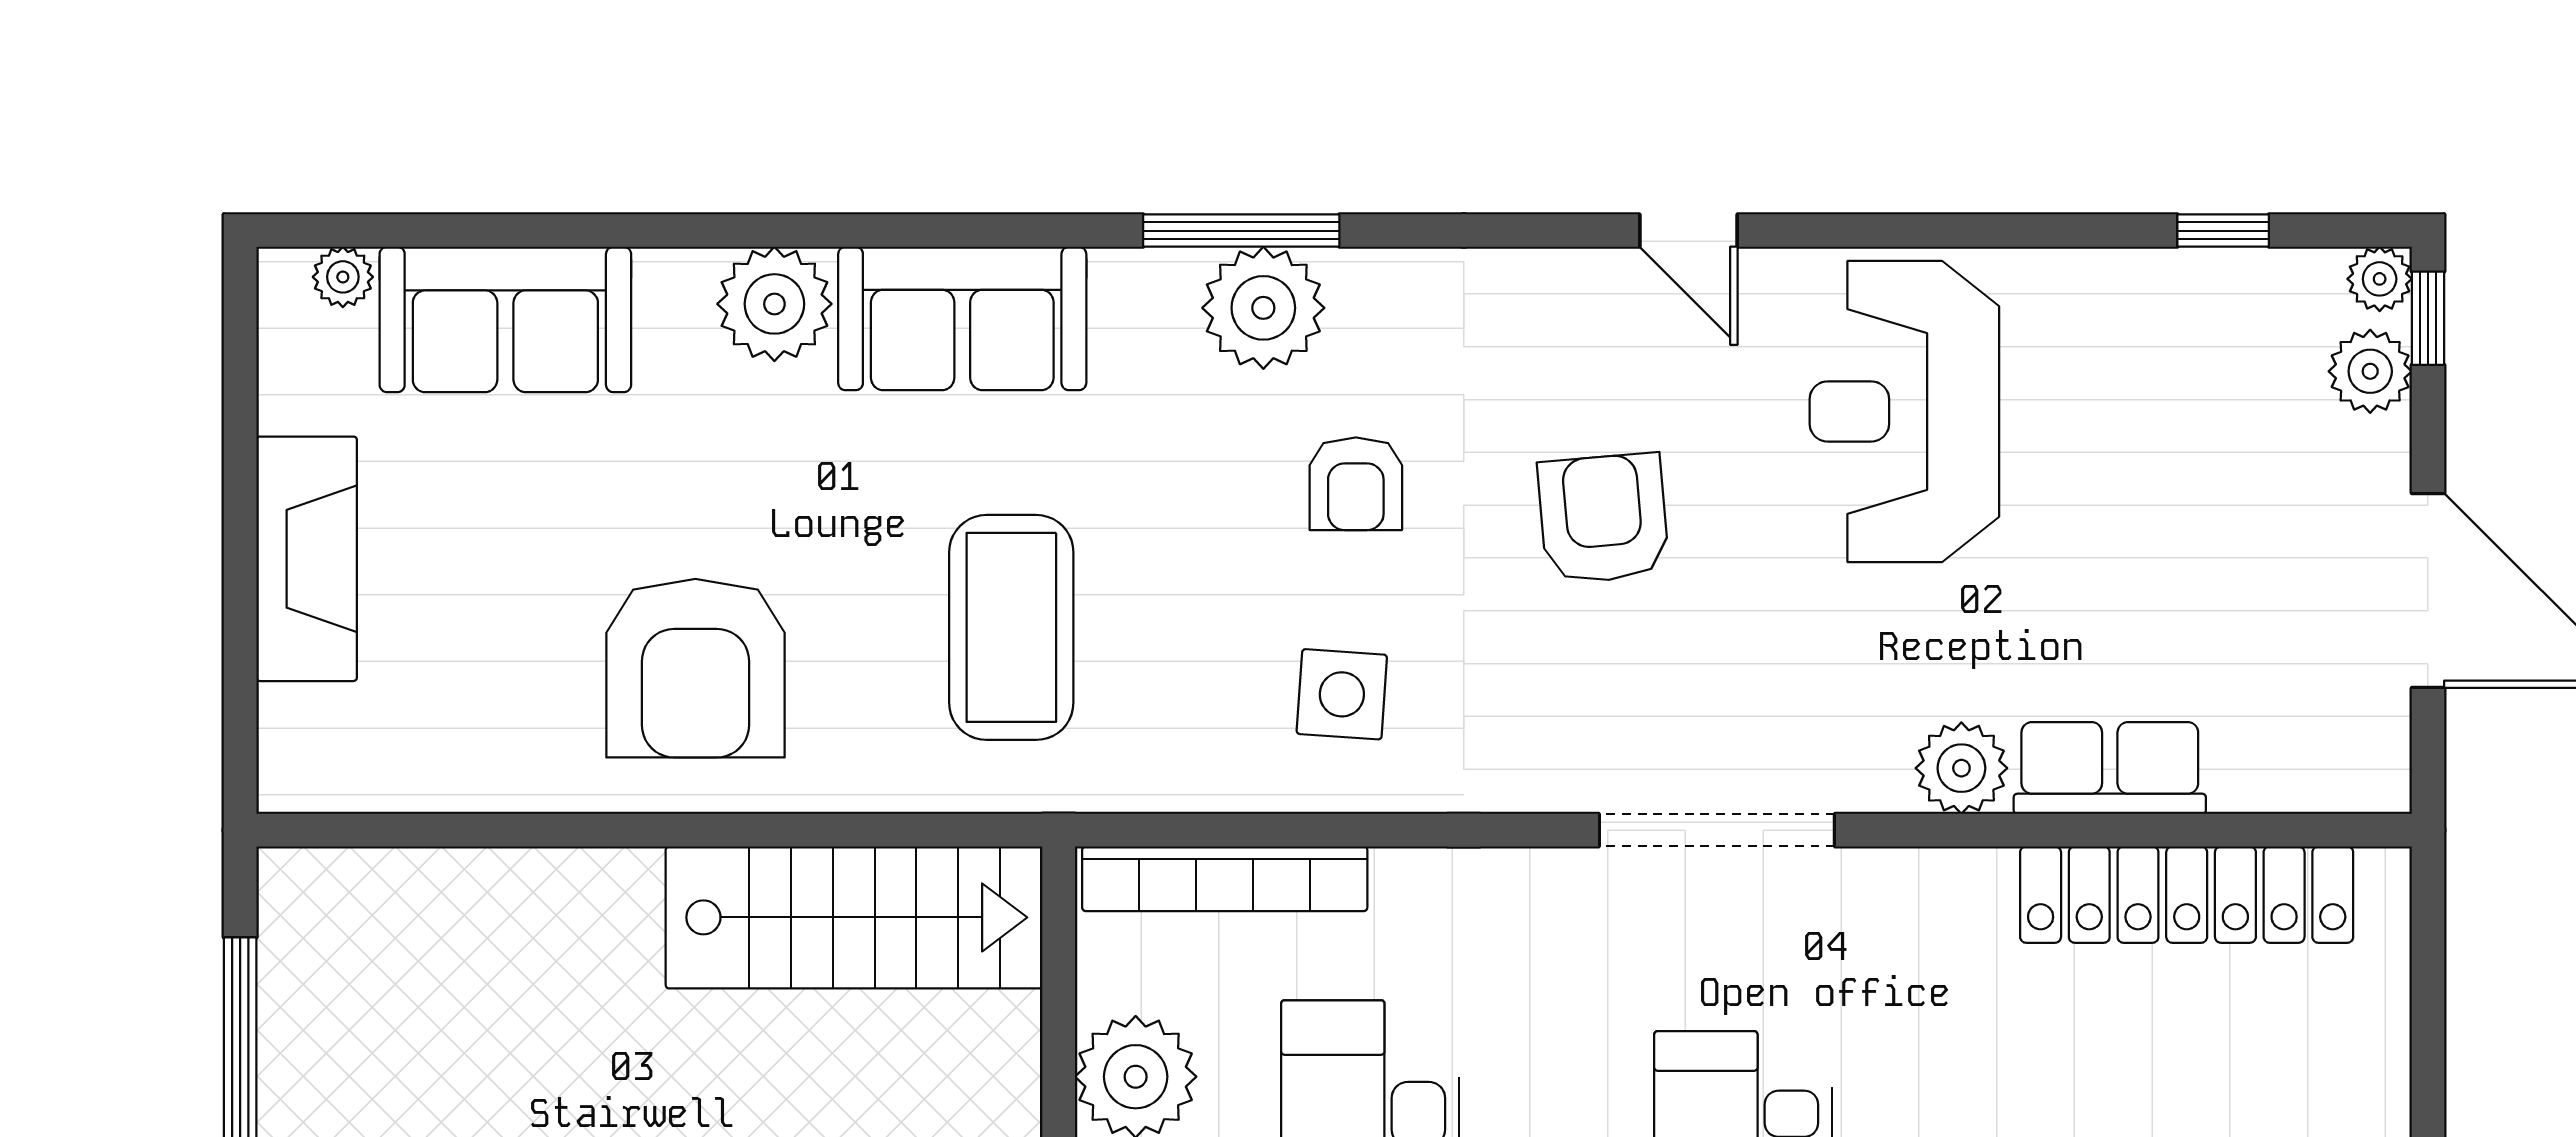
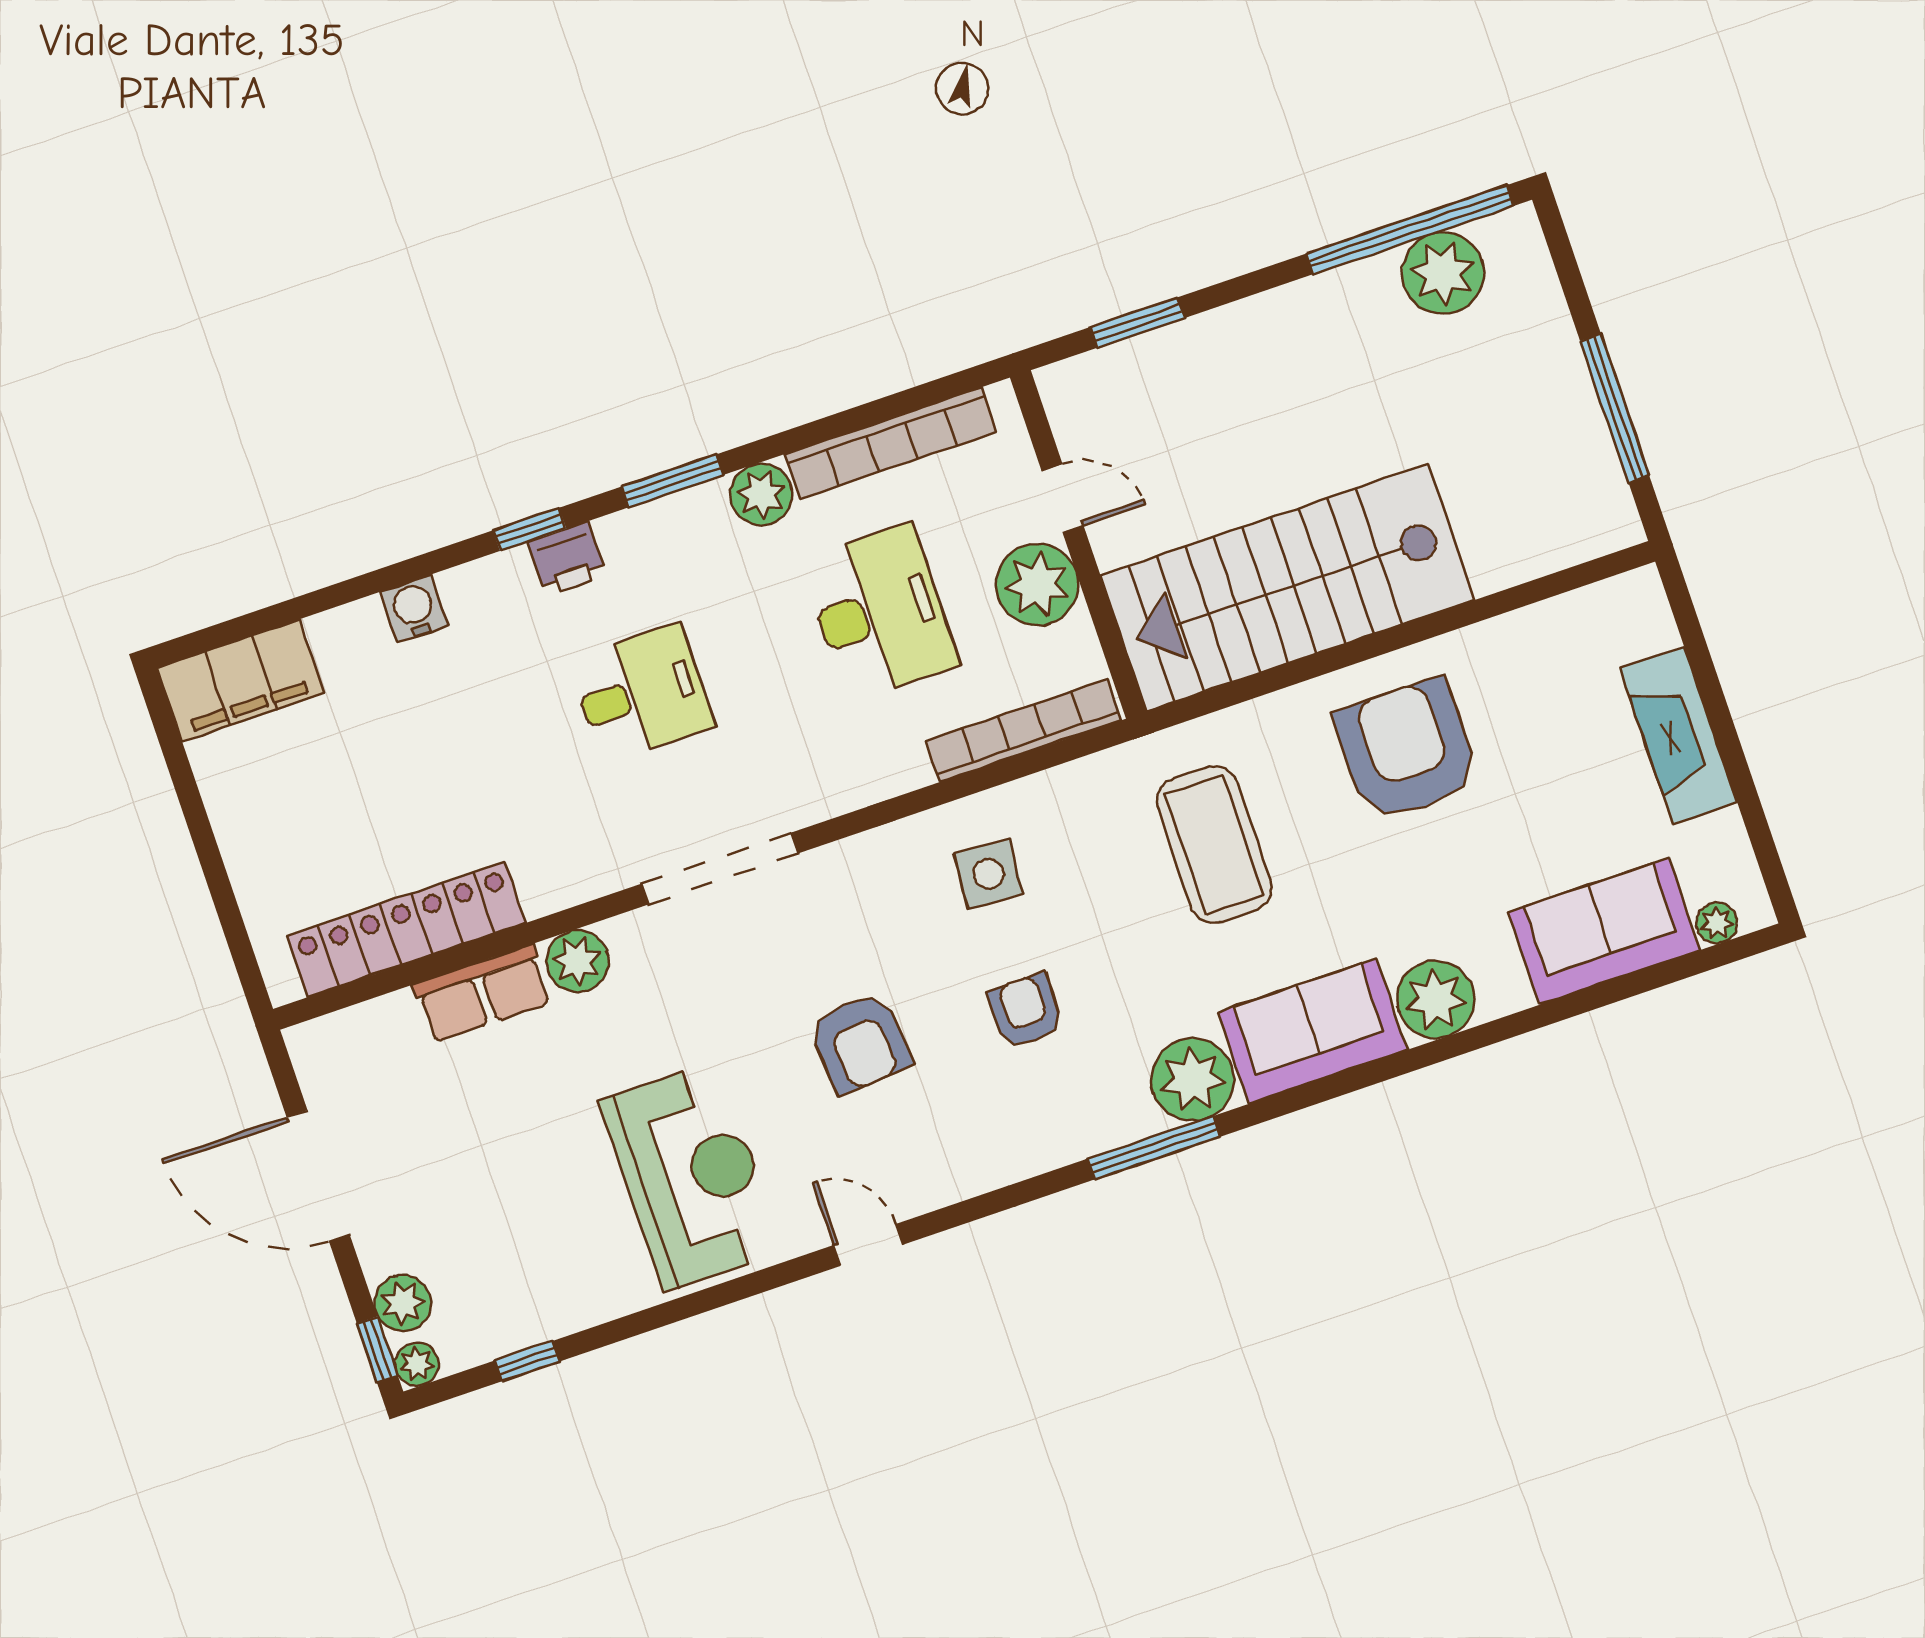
plant: (1263, 308) -> (1193, 1079), moved
stairs: (854, 917) -> (1287, 588), width x1.36, depth x1.51

